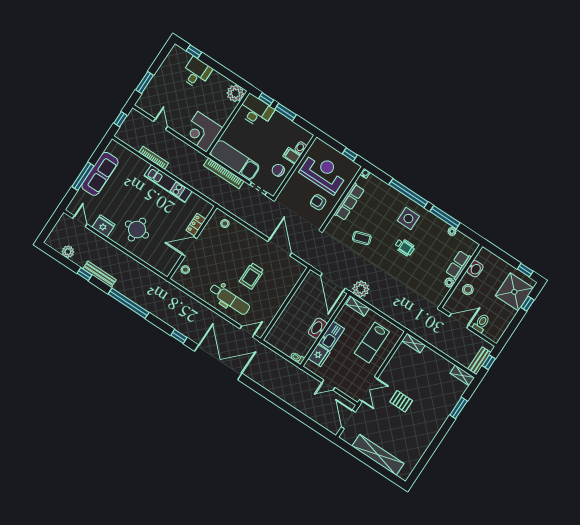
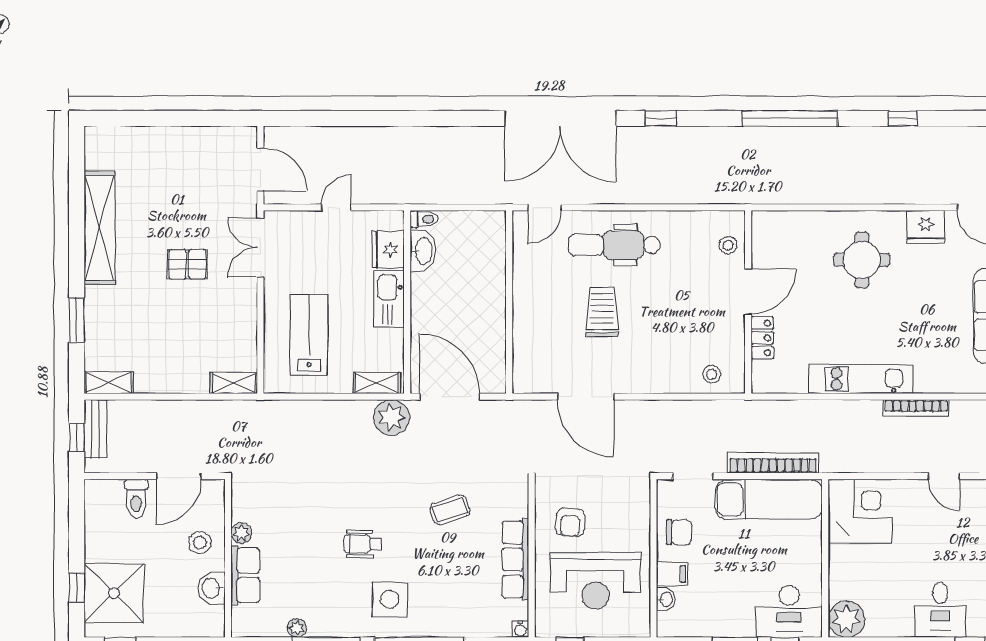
armchair: (318, 202) -> (570, 522), turned 94
plant: (68, 252) -> (959, 139), removed
bench: (100, 274) -> (876, 136), removed
washbasin: (317, 328) -> (423, 251), moved
shelving: (378, 455) -> (100, 228), moved, turned 90

